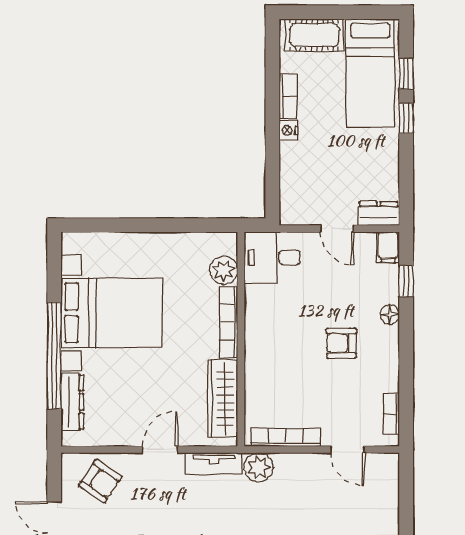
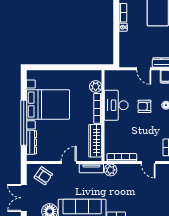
desk: (272, 258) -> (116, 105), moved, width x1.37
armchair: (342, 343) -> (144, 106), moved

